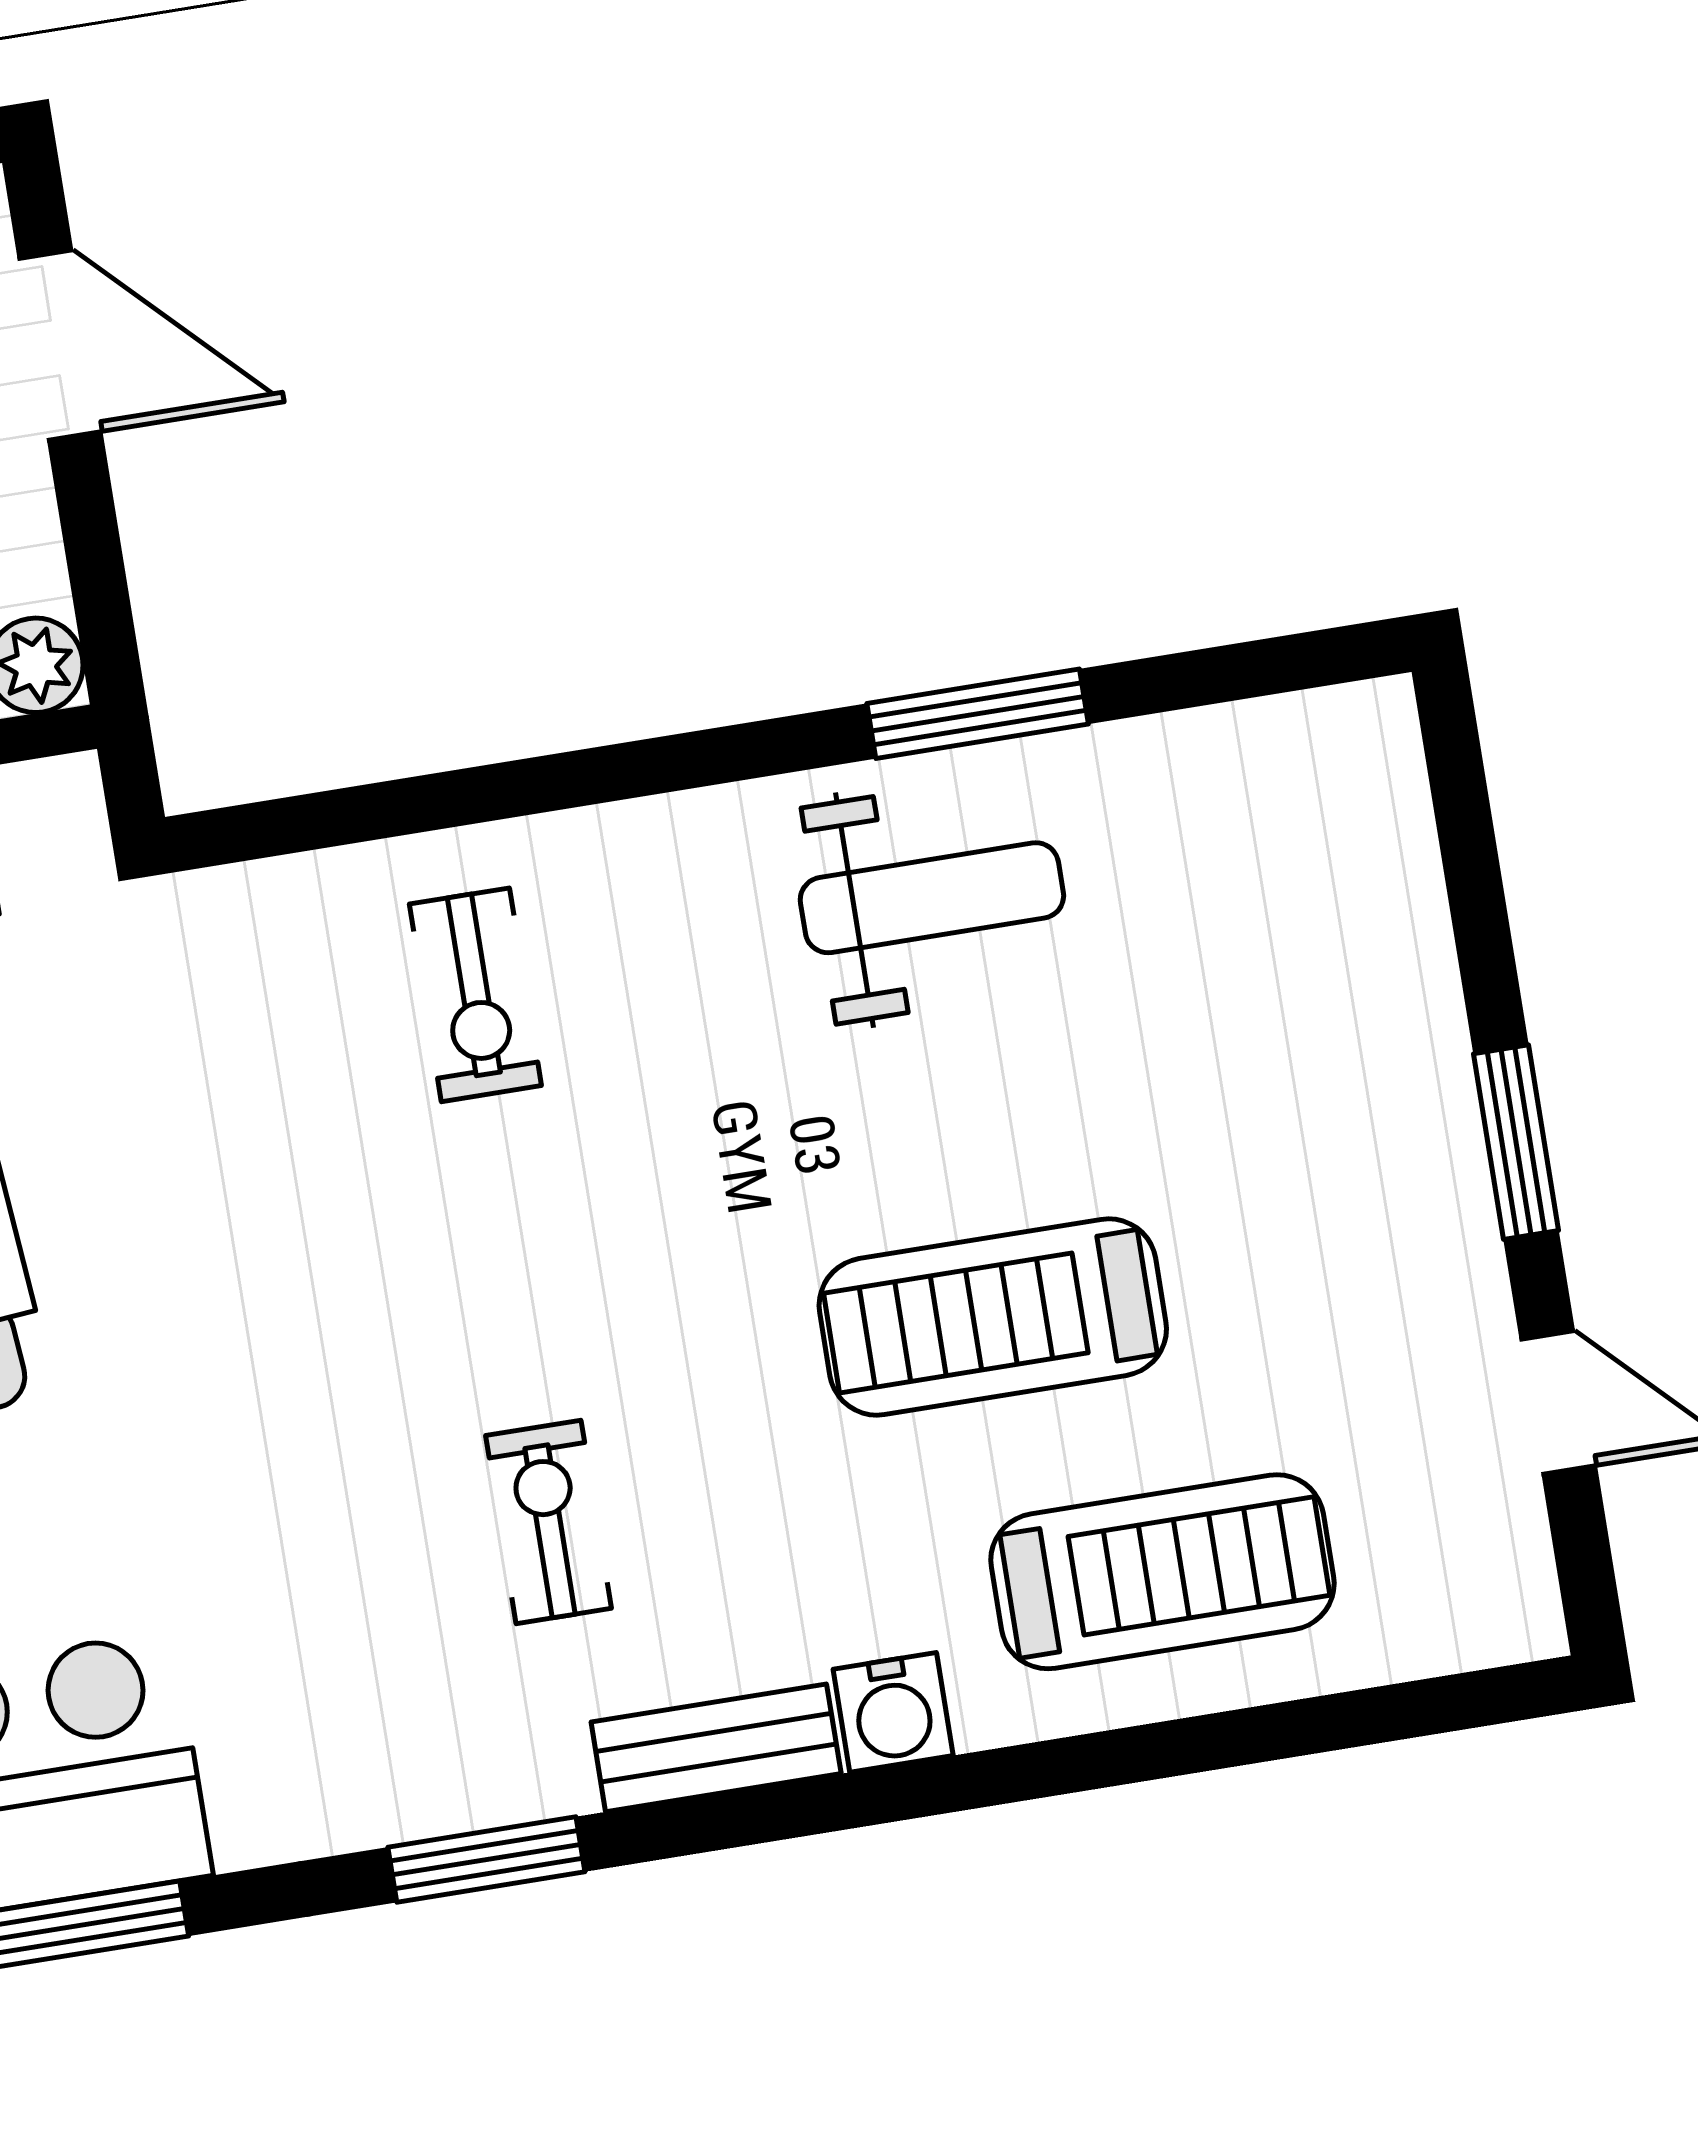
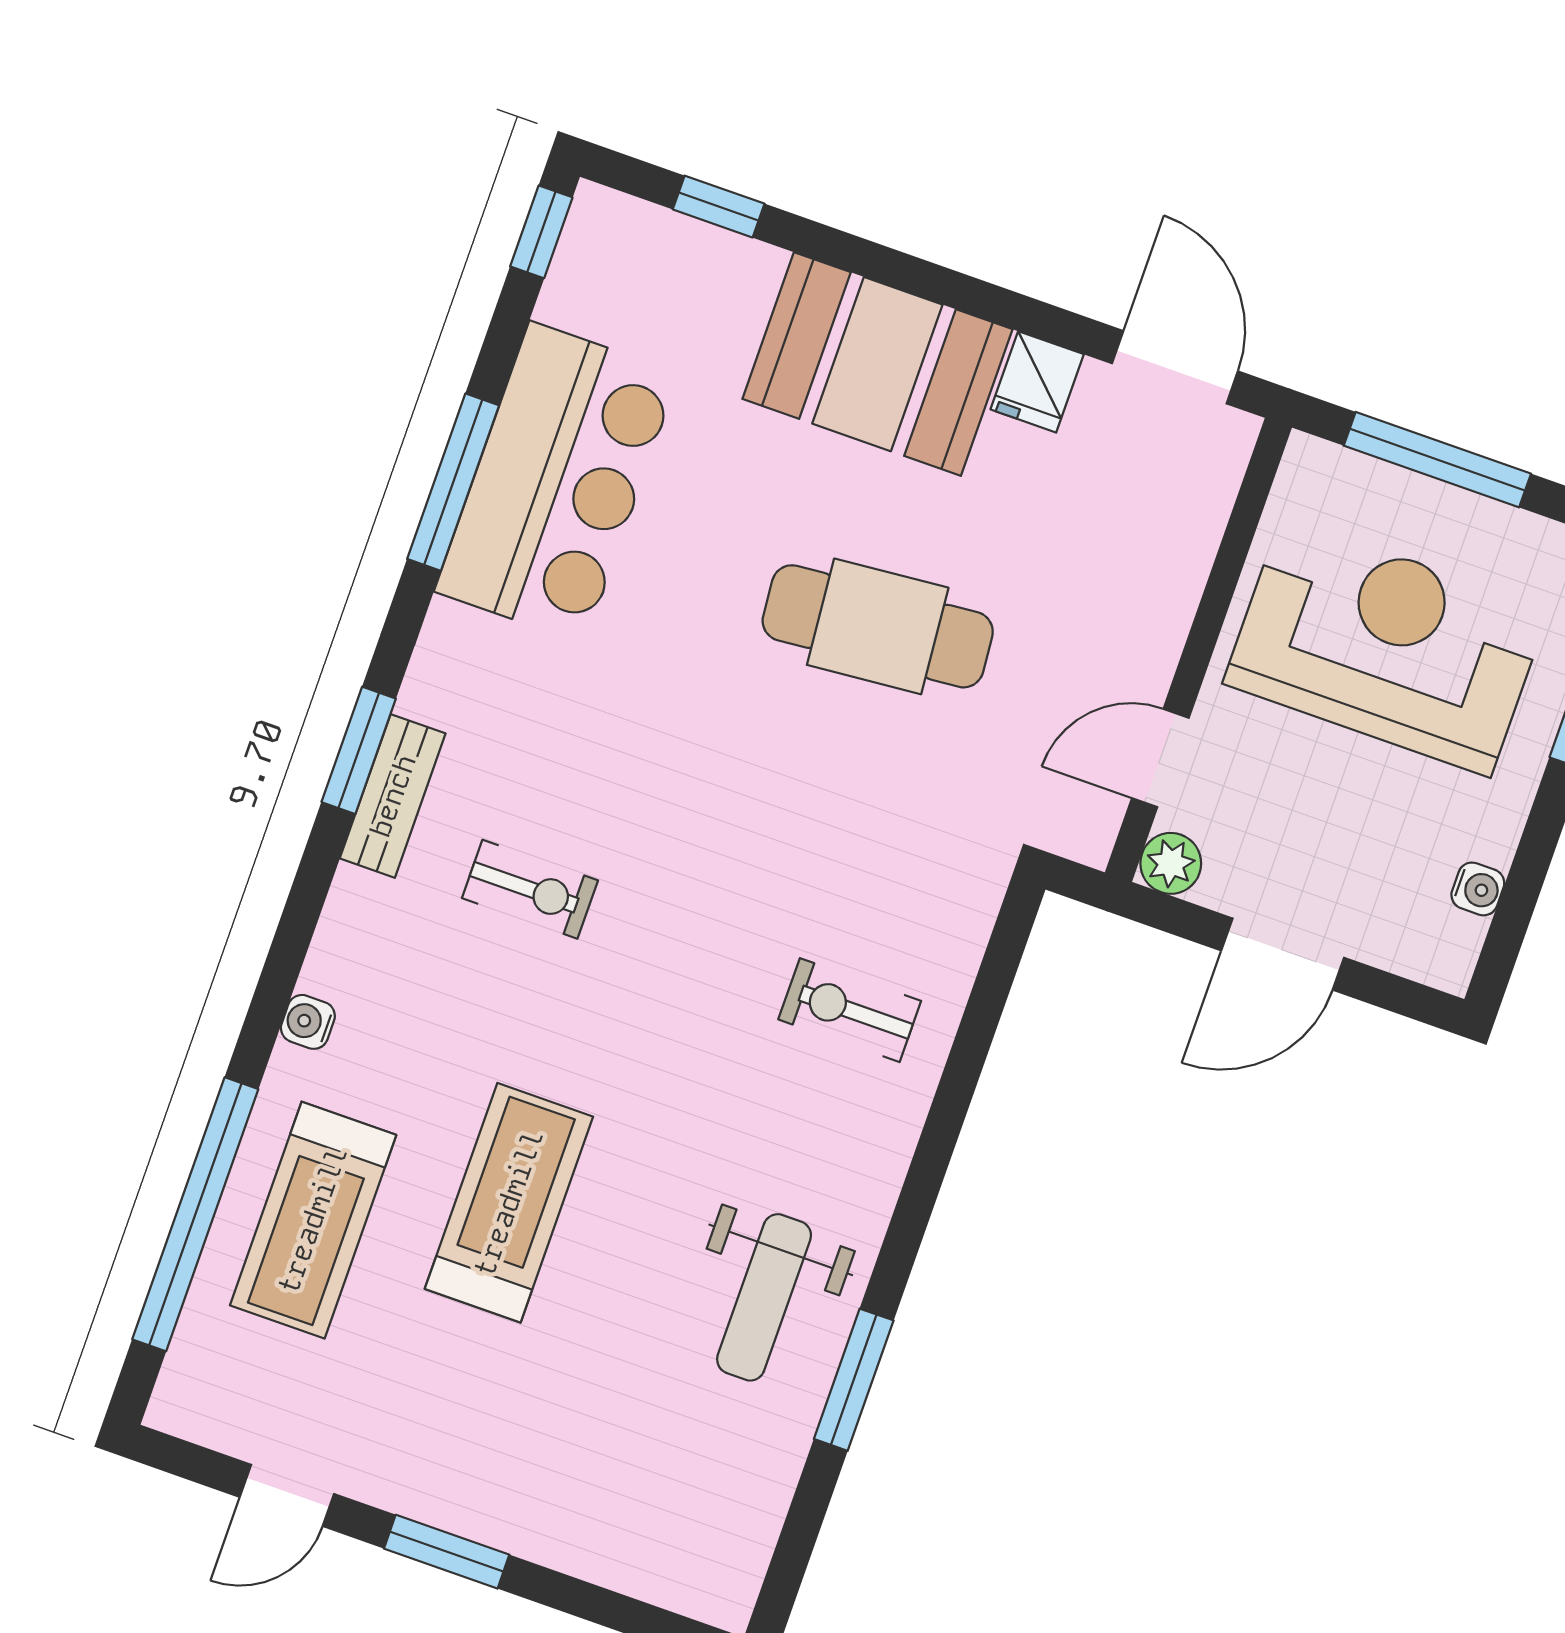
door: (60, 345) -> (1283, 954), moved
water cooler: (893, 1712) -> (308, 1022), width x0.72, depth x0.72
window: (1242, 1737) -> (195, 1214), added
bench: (716, 1748) -> (393, 796), moved

